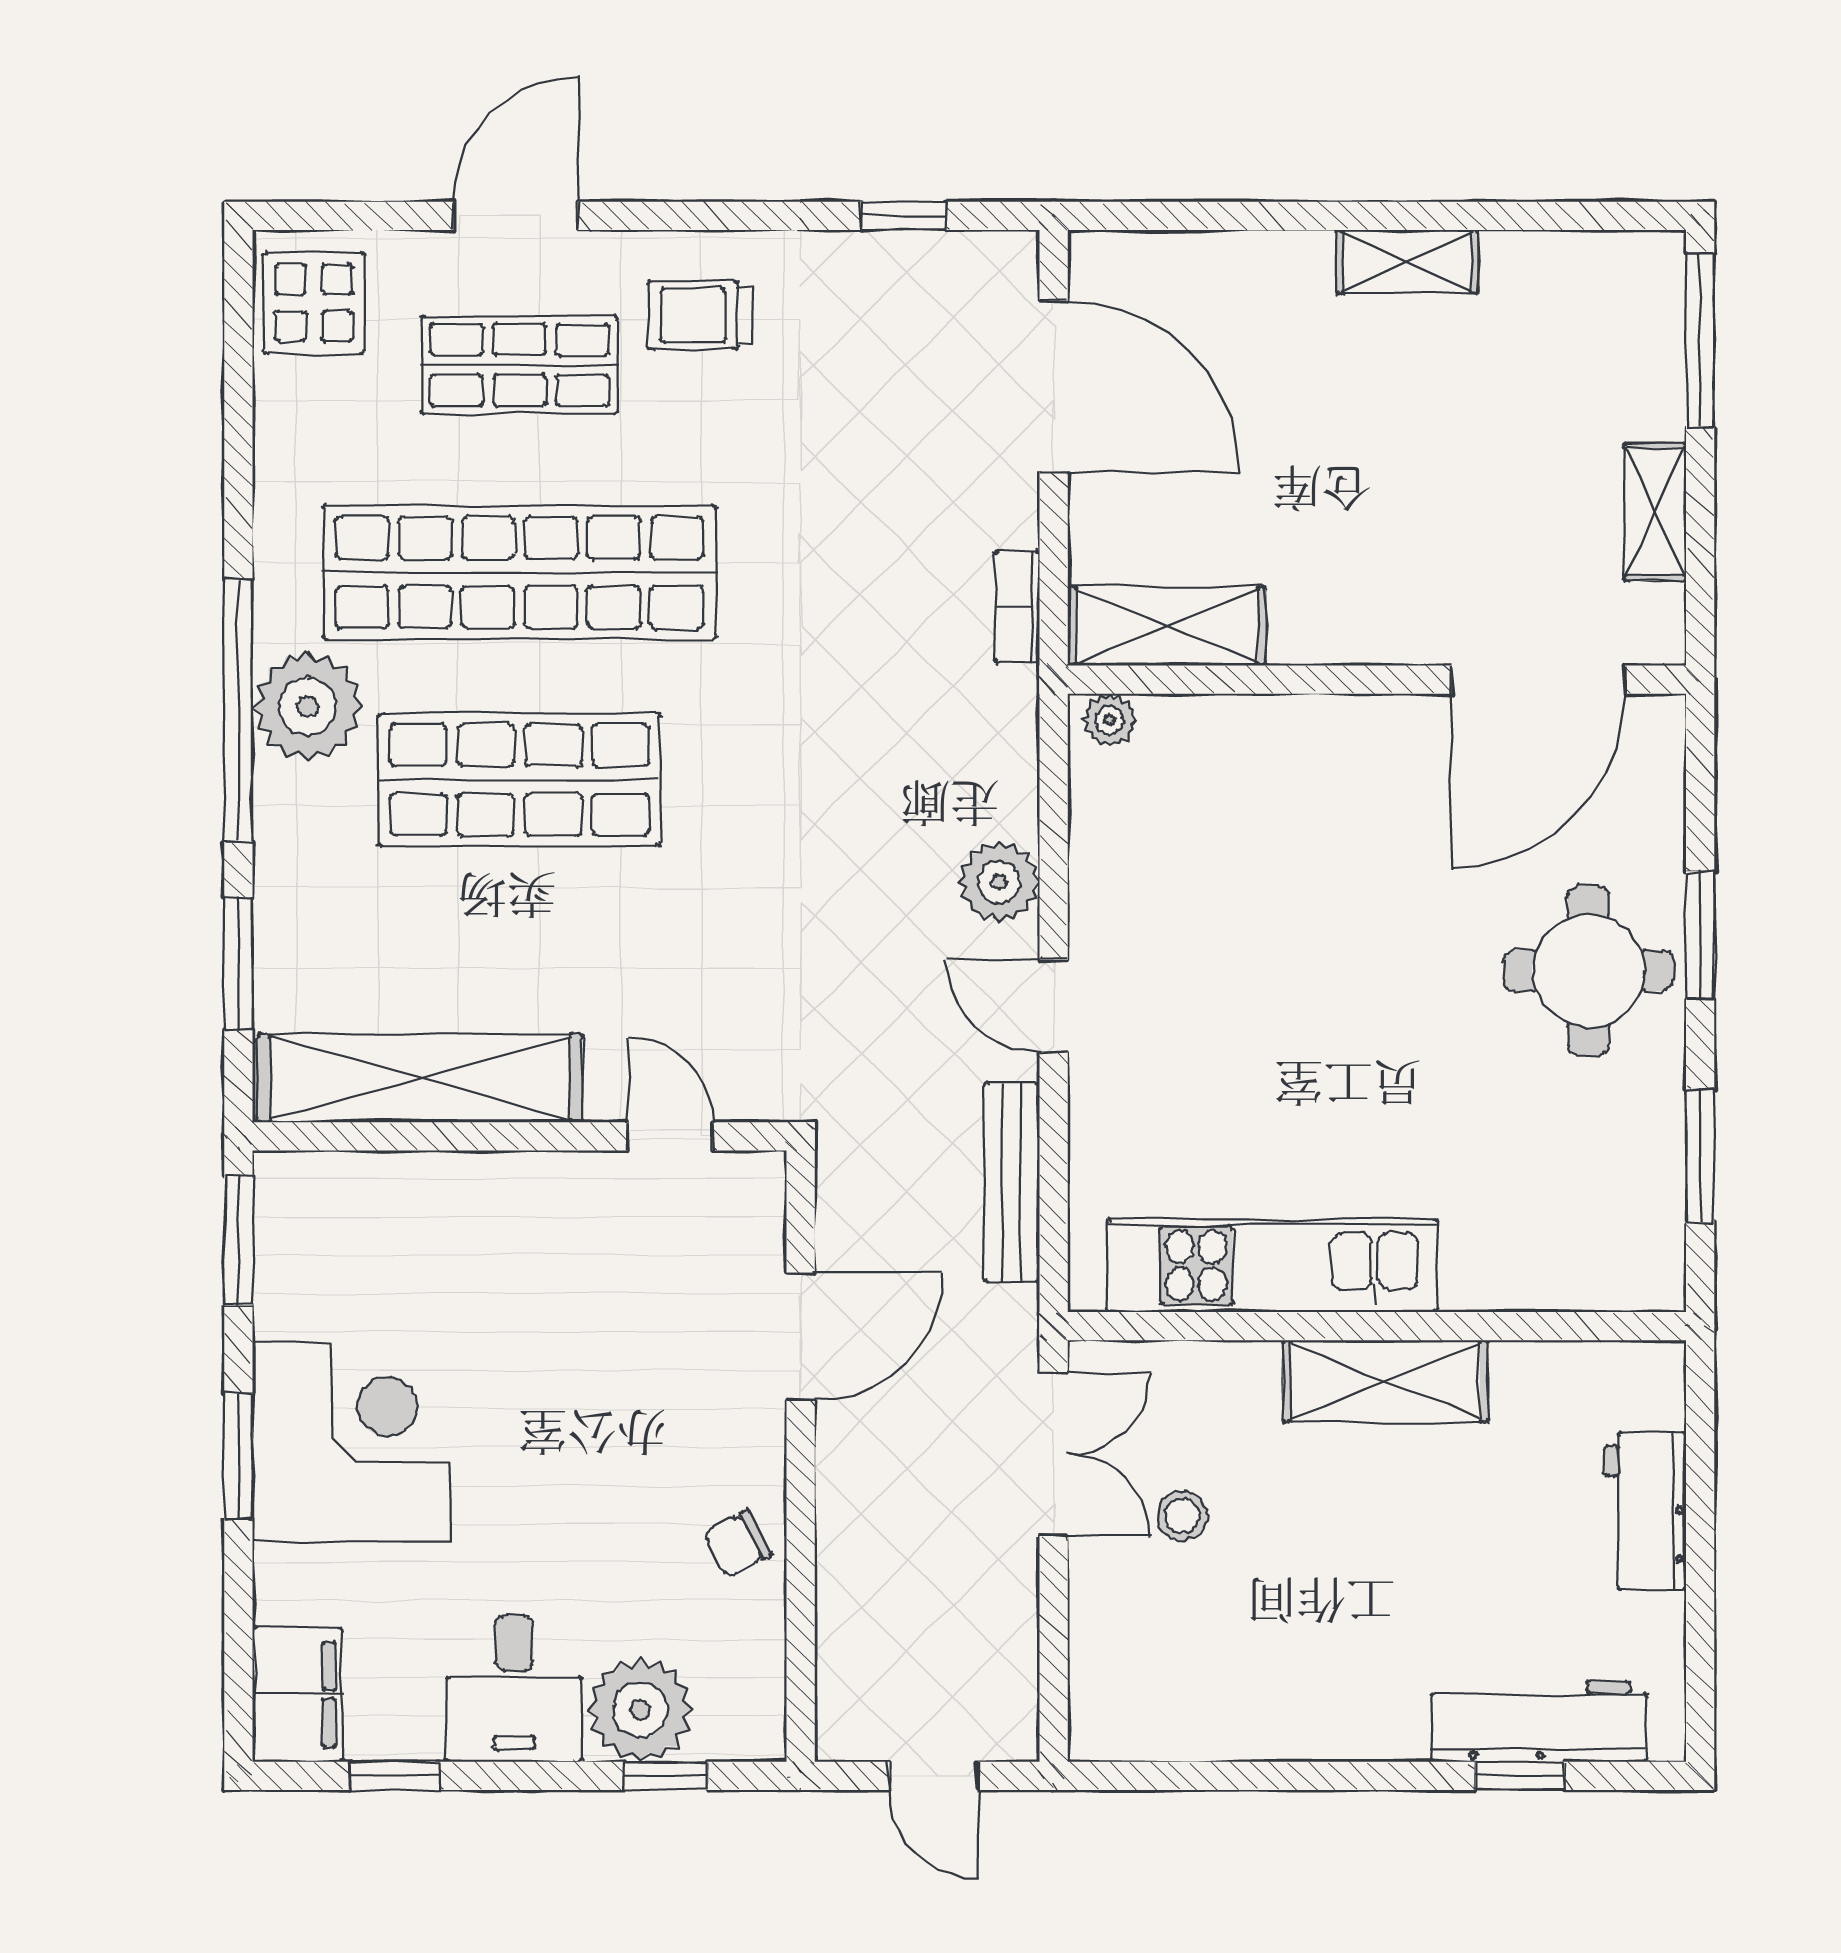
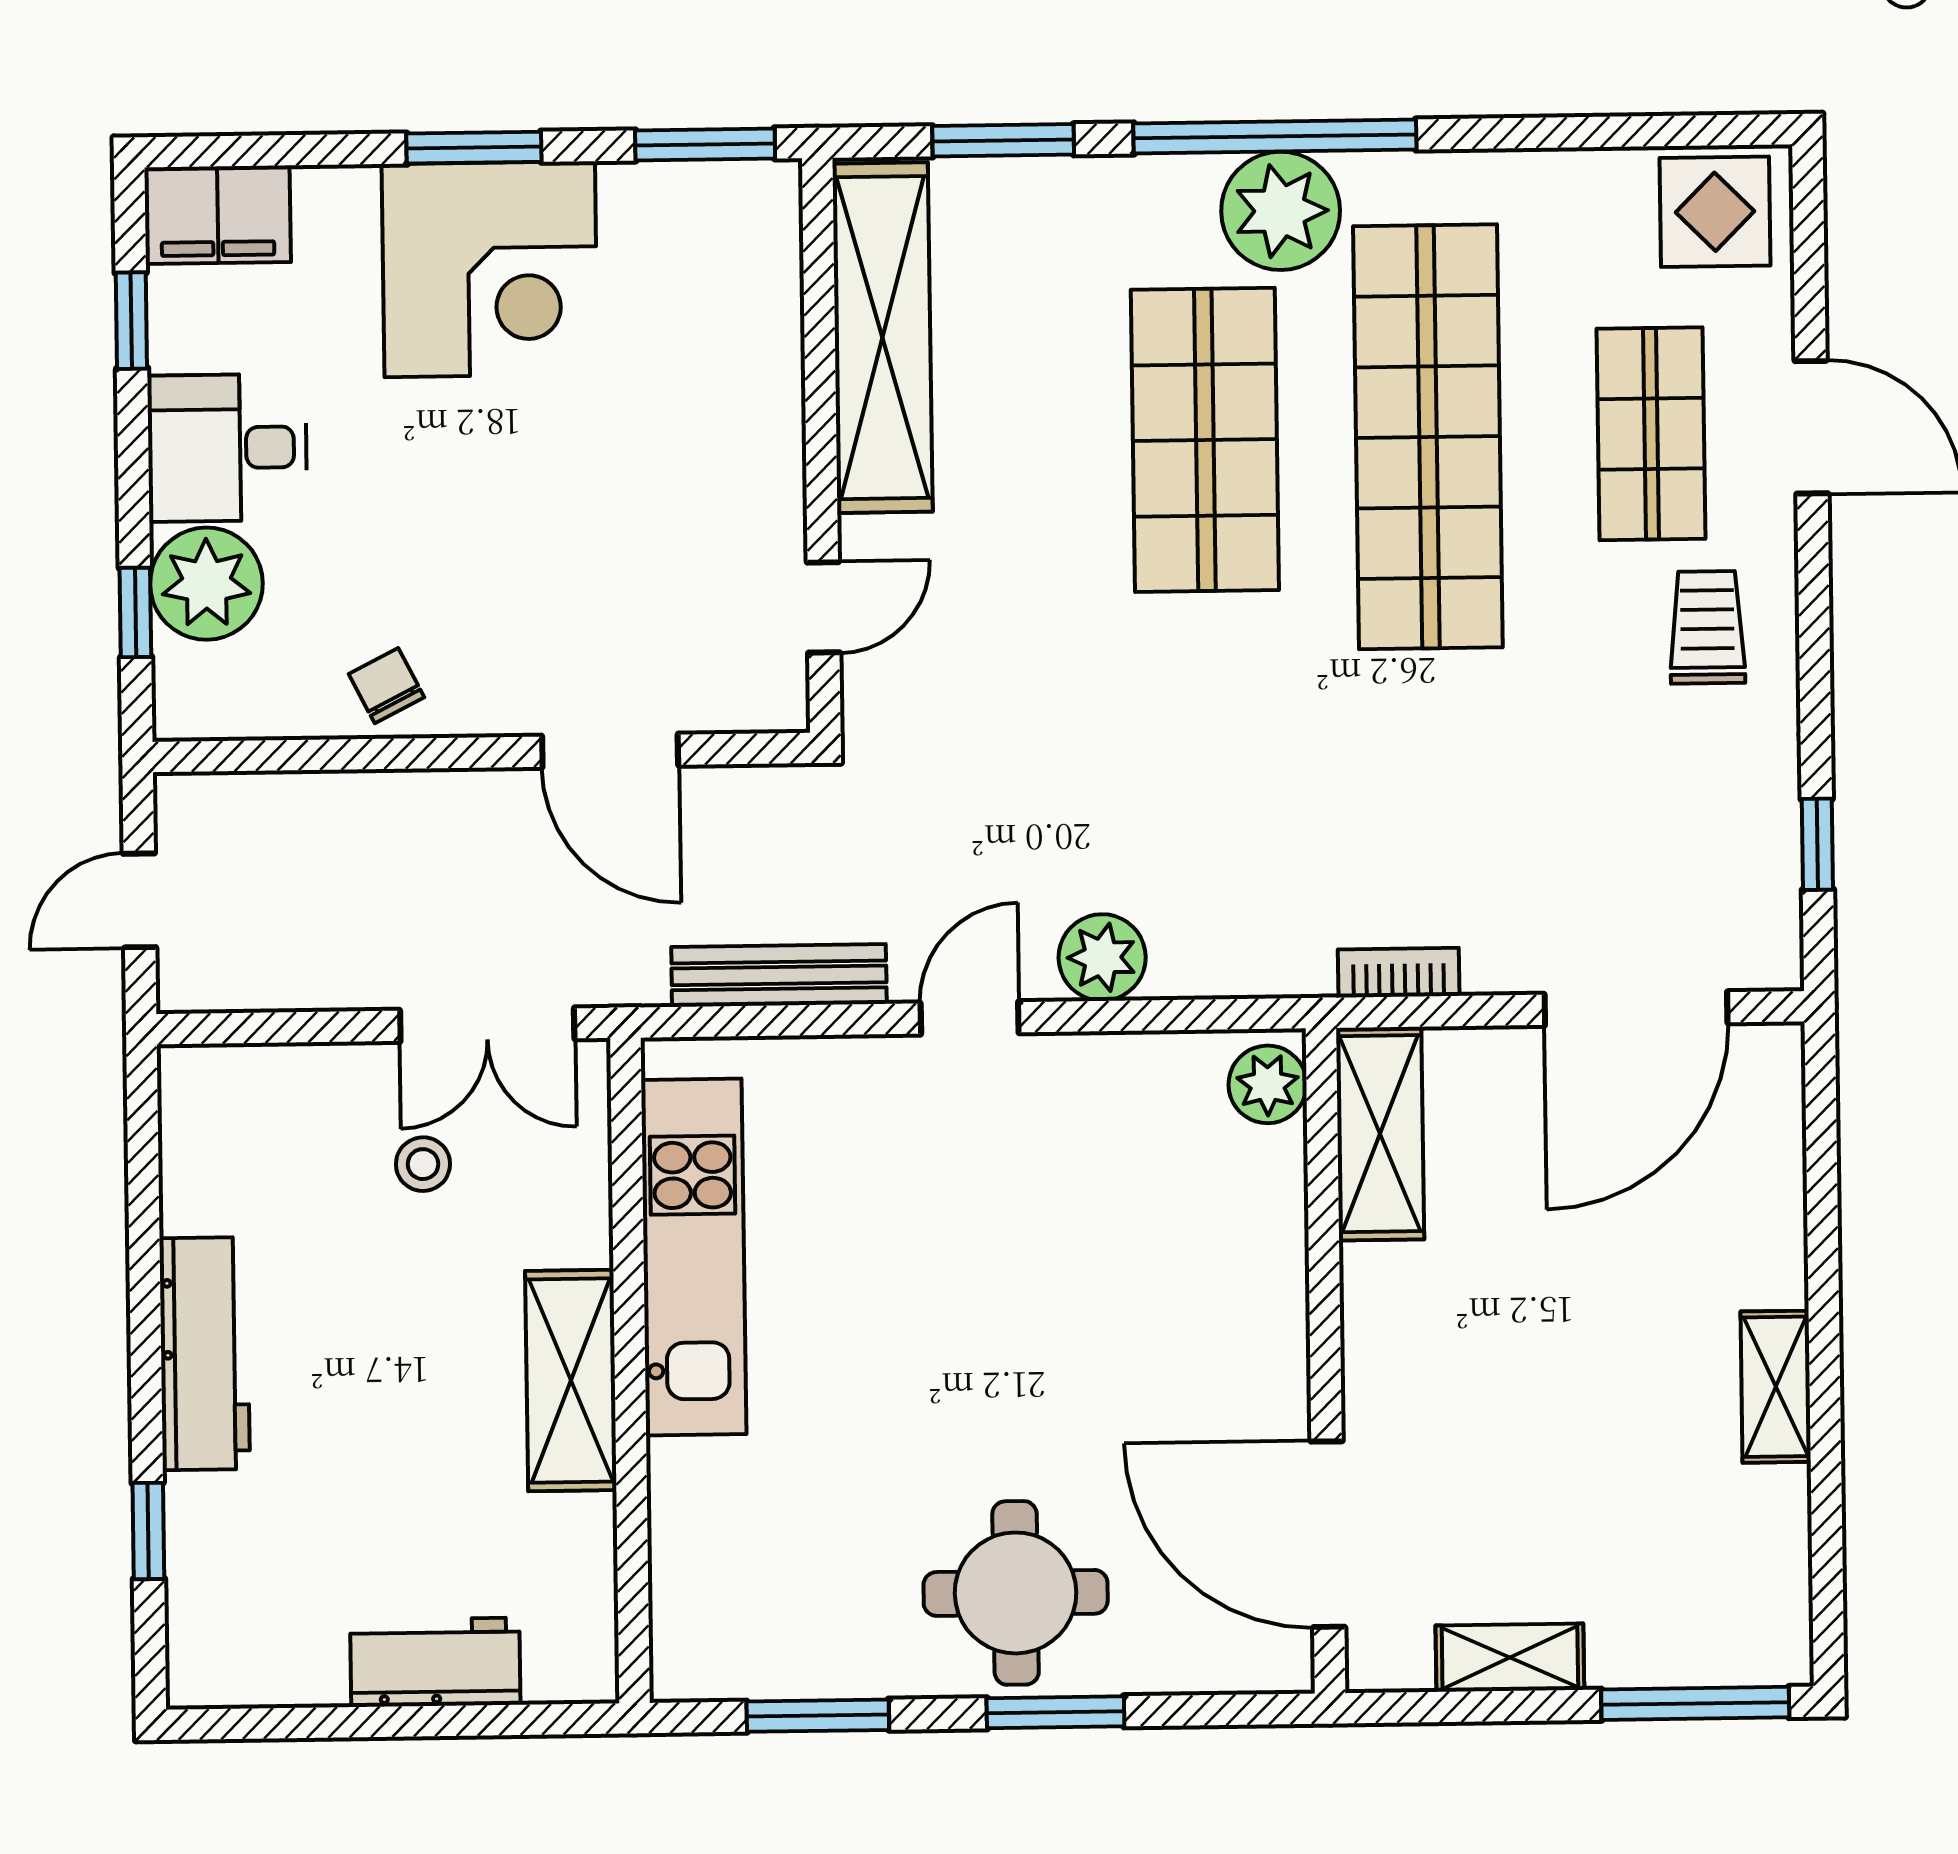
plant: (1109, 720) -> (1268, 1084), width x1.38, depth x1.38
workbench: (1539, 1721) -> (205, 1354), moved

